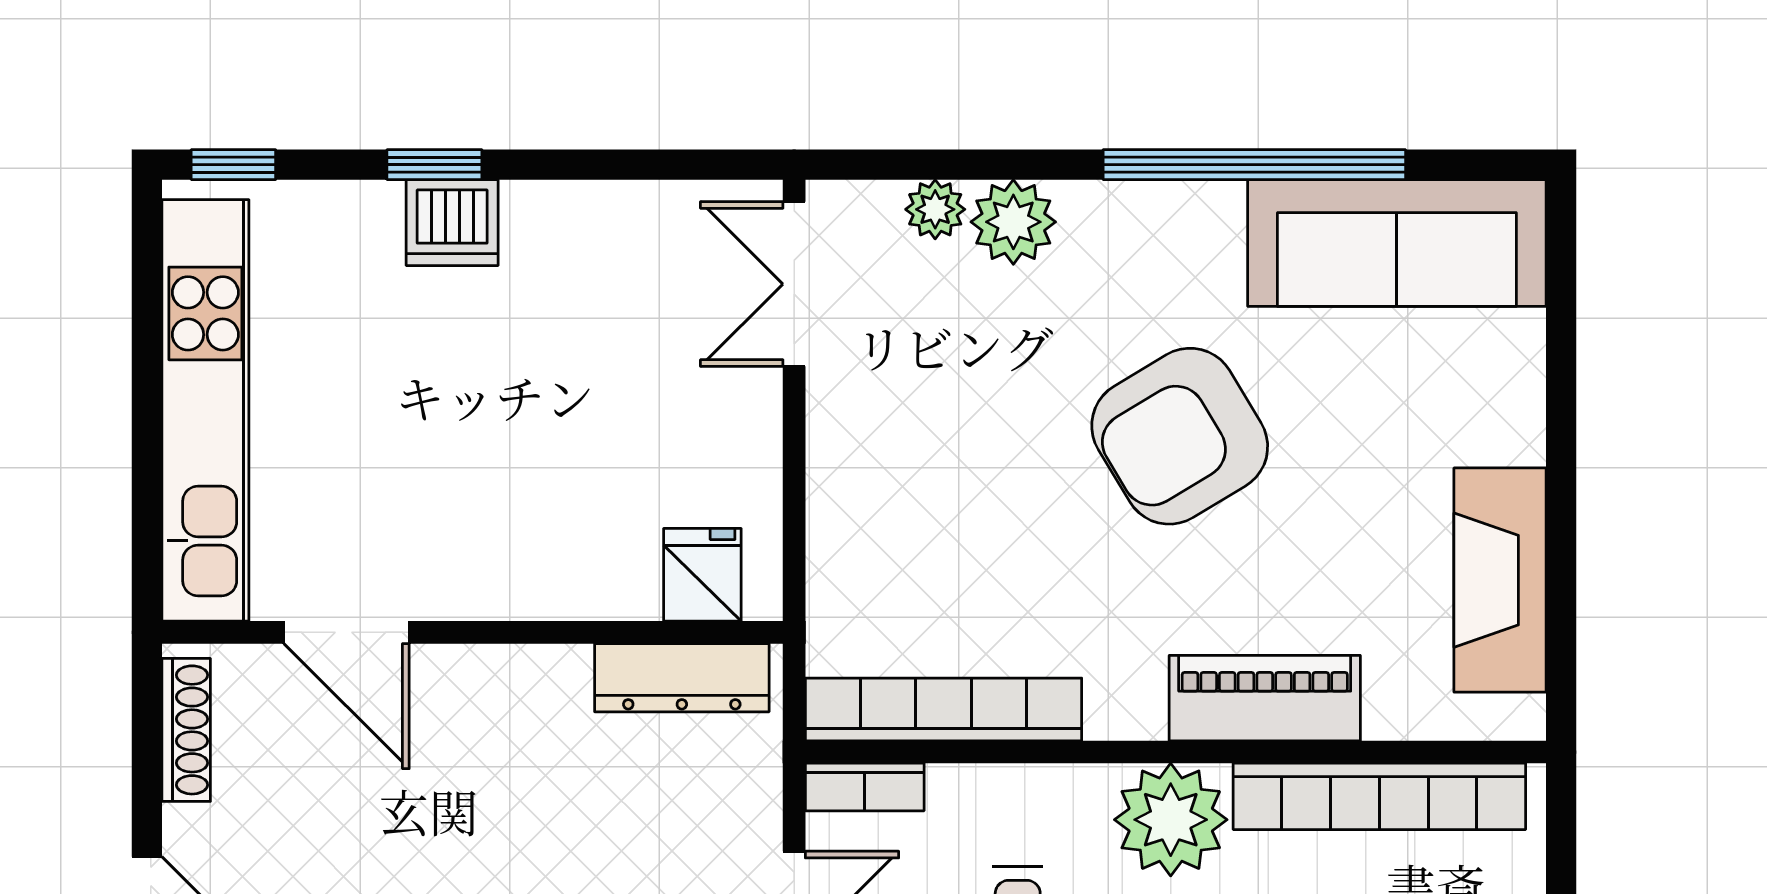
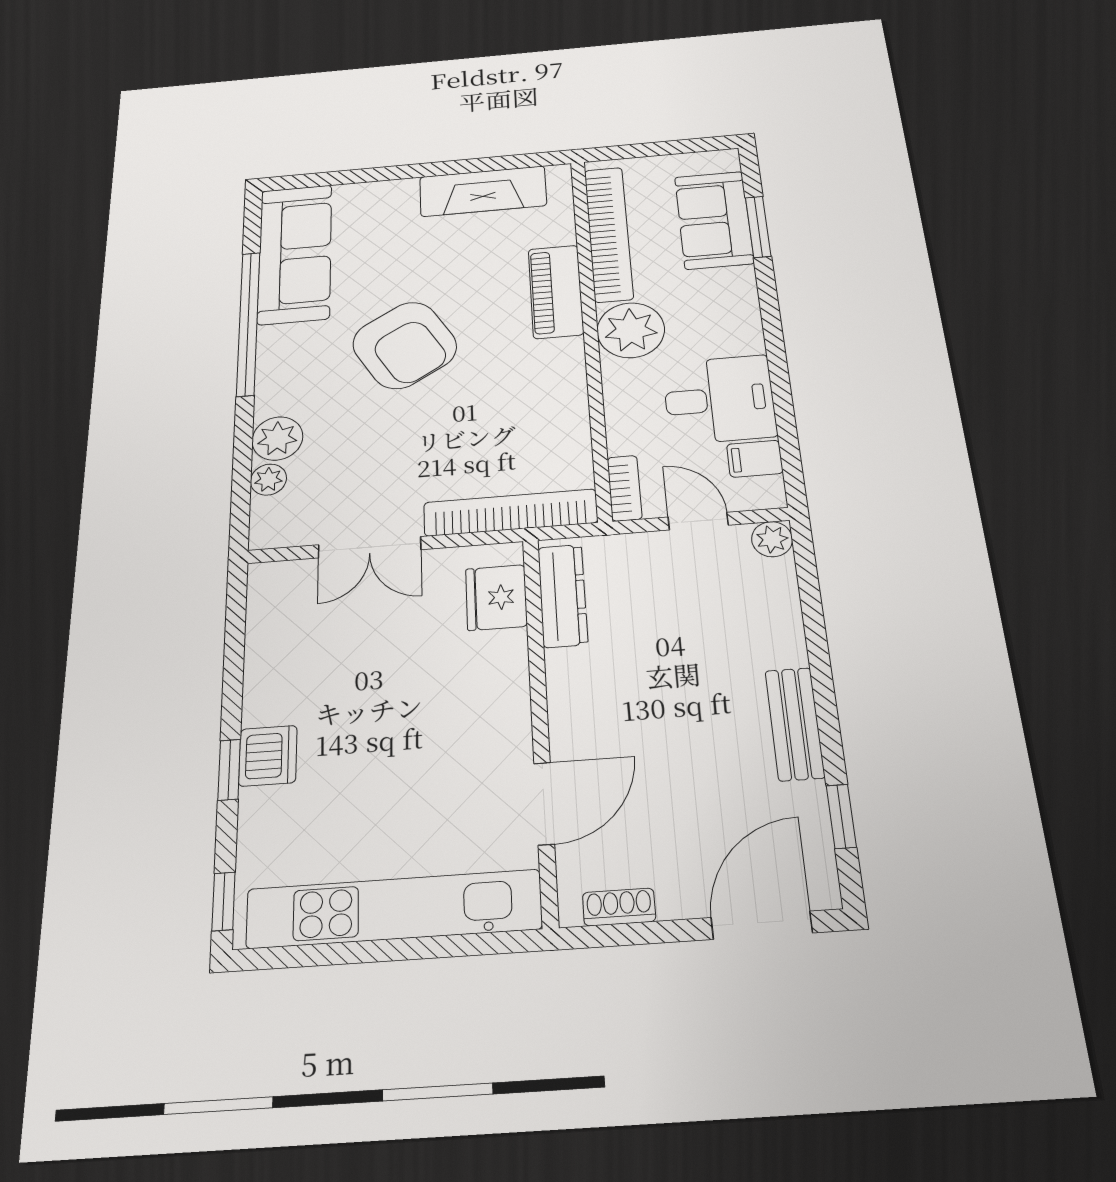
double door: (794, 284) -> (370, 547), moved
fridge: (702, 575) -> (496, 597), width x1.38
bookcase: (943, 709) -> (510, 513), moved, turned 90
shoe rack: (186, 730) -> (619, 907), width x0.70

